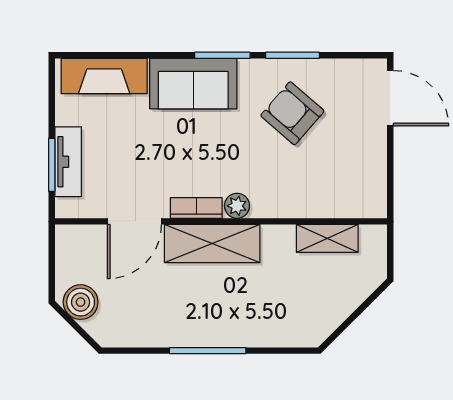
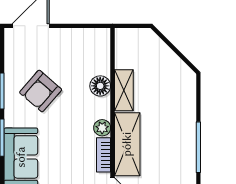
floor lamp: (300, 203) -> (100, 86), added
shelving: (327, 238) -> (124, 90), moved

